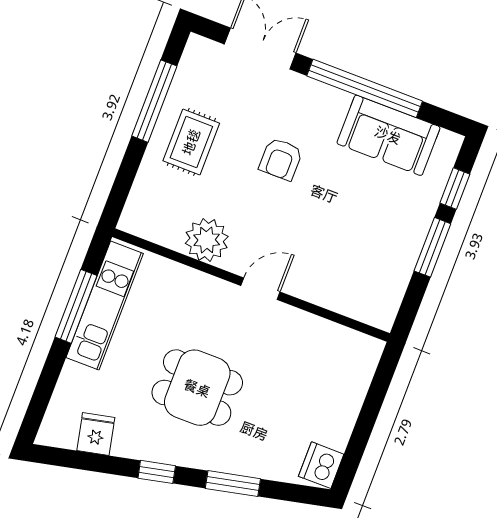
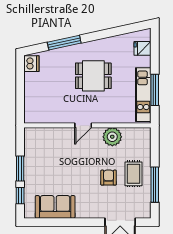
window: (365, 88) -> (72, 222), removed
armchair: (281, 159) -> (109, 178), moved
fridge: (96, 434) -> (142, 48), moved, turned 102
window: (157, 472) -> (97, 36), removed
window: (233, 484) -> (64, 43), width x1.44

